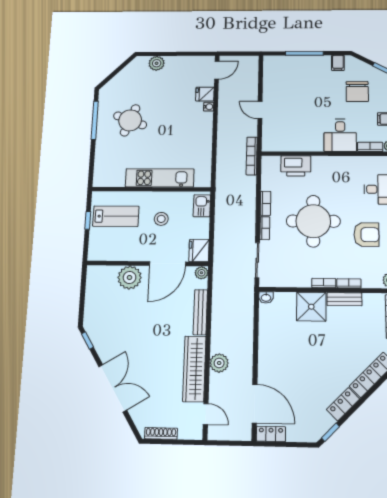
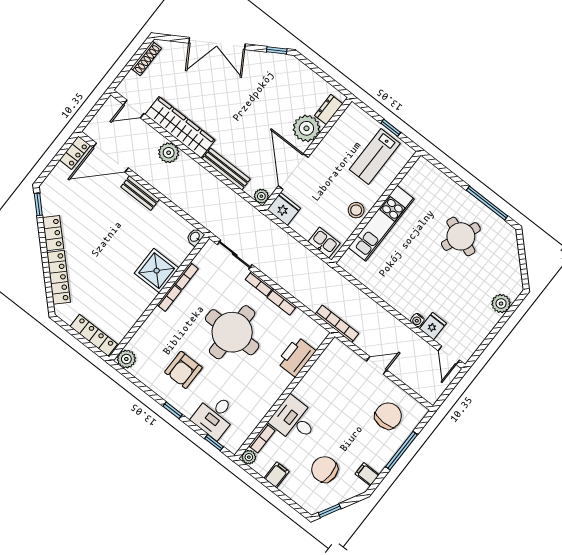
chair: (288, 78) -> (388, 416), added
stool: (161, 219) -> (356, 210), moved
dresser: (105, 272) -> (329, 110), added
bookcase: (349, 283) -> (186, 276), moved
bench: (344, 299) -> (140, 193), moved, turned 90

